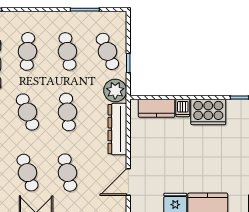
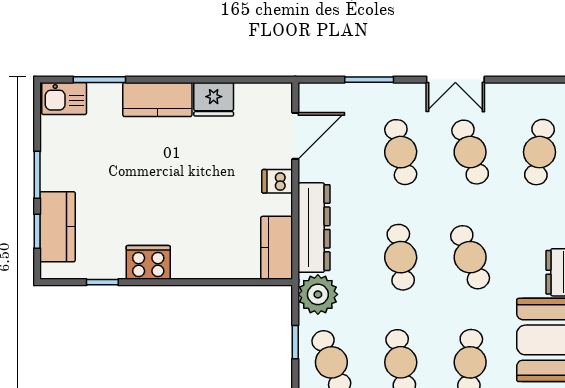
kitchen counter: (156, 108) -> (277, 248), moved, turned -90
dishwasher: (183, 108) -> (277, 181), moved, turned -90
cooker: (208, 112) -> (148, 262), width x0.73, depth x0.76

